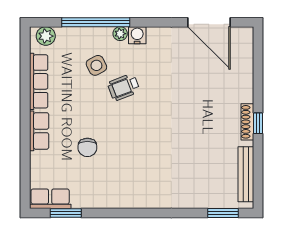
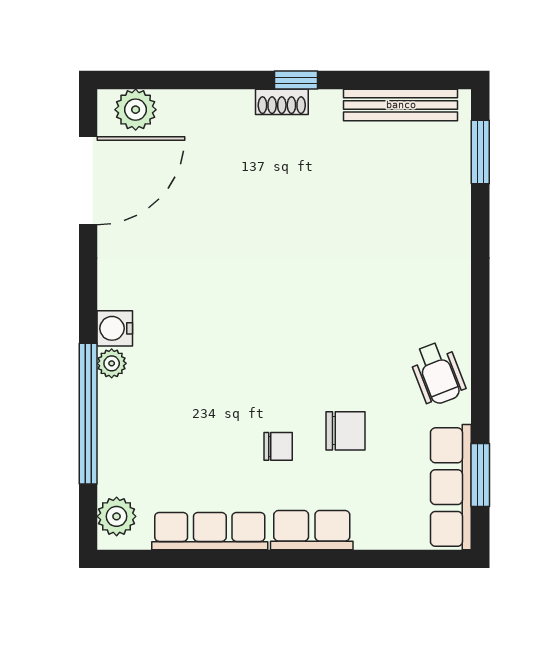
plant: (244, 45) -> (136, 110), added
side table: (96, 65) -> (177, 412), removed
wheelchair: (124, 87) -> (438, 373), moved
chair: (80, 115) -> (278, 446), added
shoe rack: (247, 122) -> (282, 102), width x0.70
row of seats: (50, 199) -> (451, 487), width x1.48

